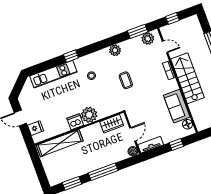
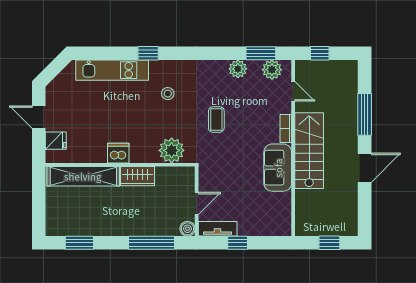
plant: (115, 50) -> (238, 69), moved
sofa: (177, 106) -> (278, 168), moved
plant: (89, 115) -> (172, 150), moved
wardrobe: (112, 124) -> (137, 176), moved
floor lamp: (188, 124) -> (284, 219), removed
window: (176, 145) -> (238, 243), moved
window: (103, 172) -> (151, 243), moved

